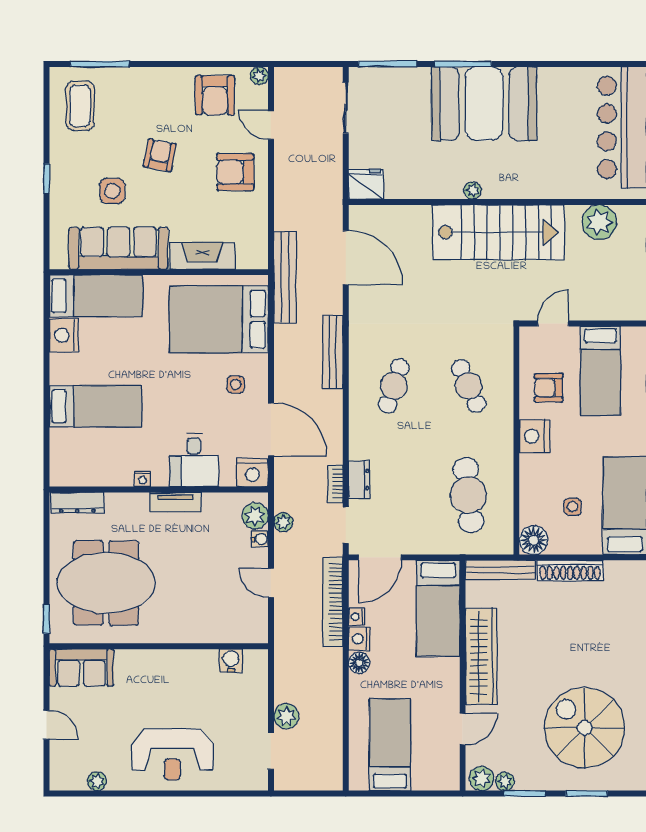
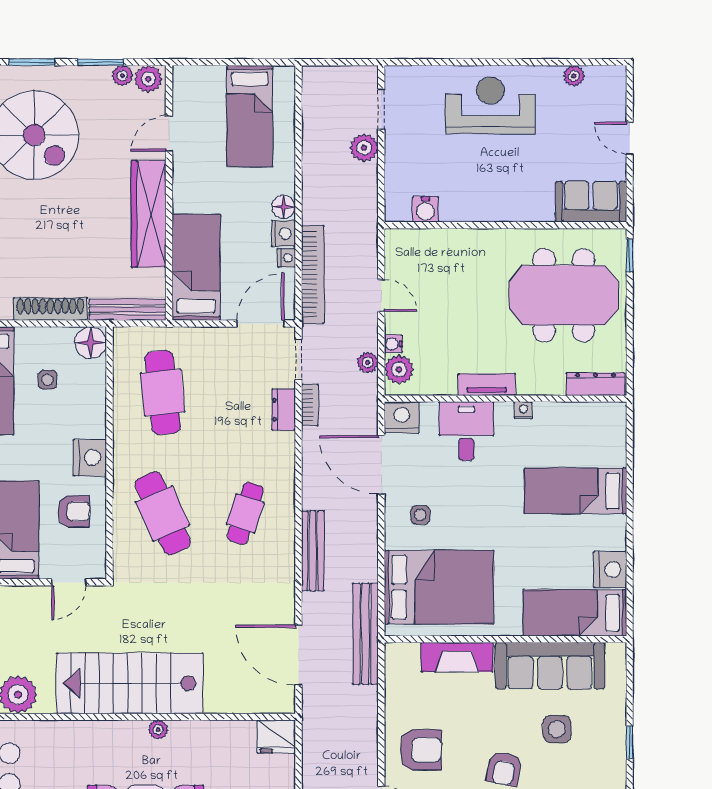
cafe table: (468, 386) -> (163, 513), width x1.37, depth x1.35

